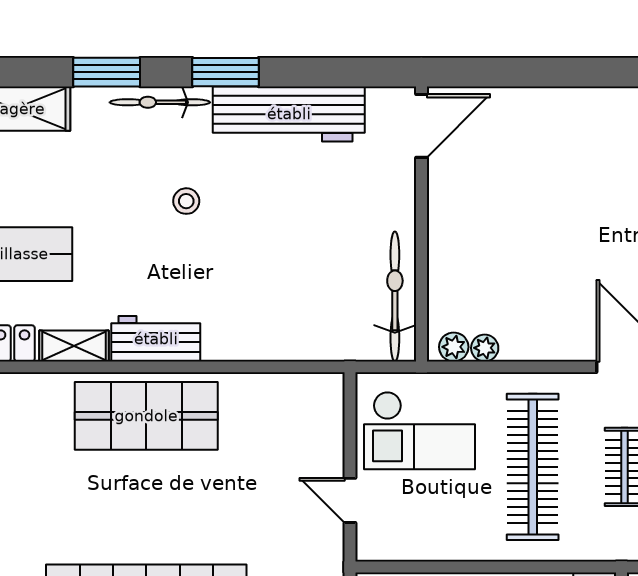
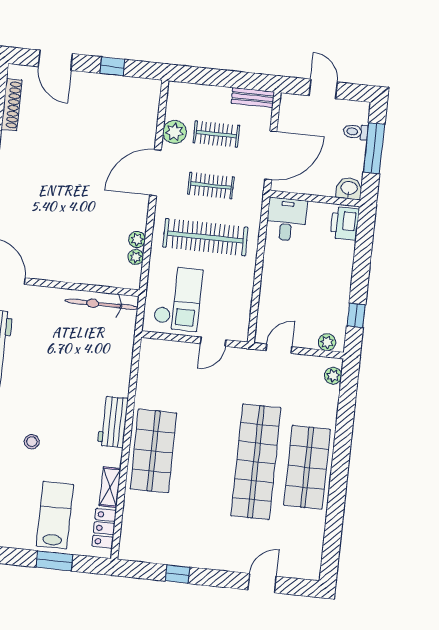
stool: (186, 201) -> (32, 442), moved
workbench: (156, 339) -> (113, 422), moved
plant: (454, 347) -> (137, 240), moved

